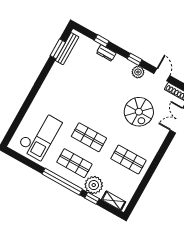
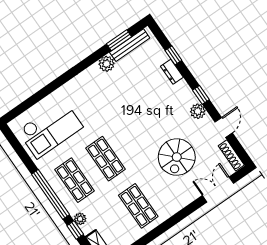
plant: (57, 70) -> (107, 64), added
plant: (94, 185) -> (80, 219), width x0.53, depth x0.53

